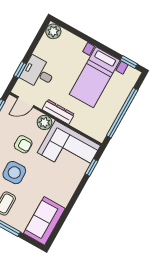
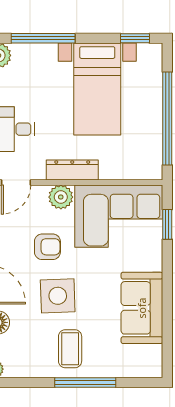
window: (81, 35) -> (43, 38), added
sofa: (44, 221) -> (142, 308), moved

